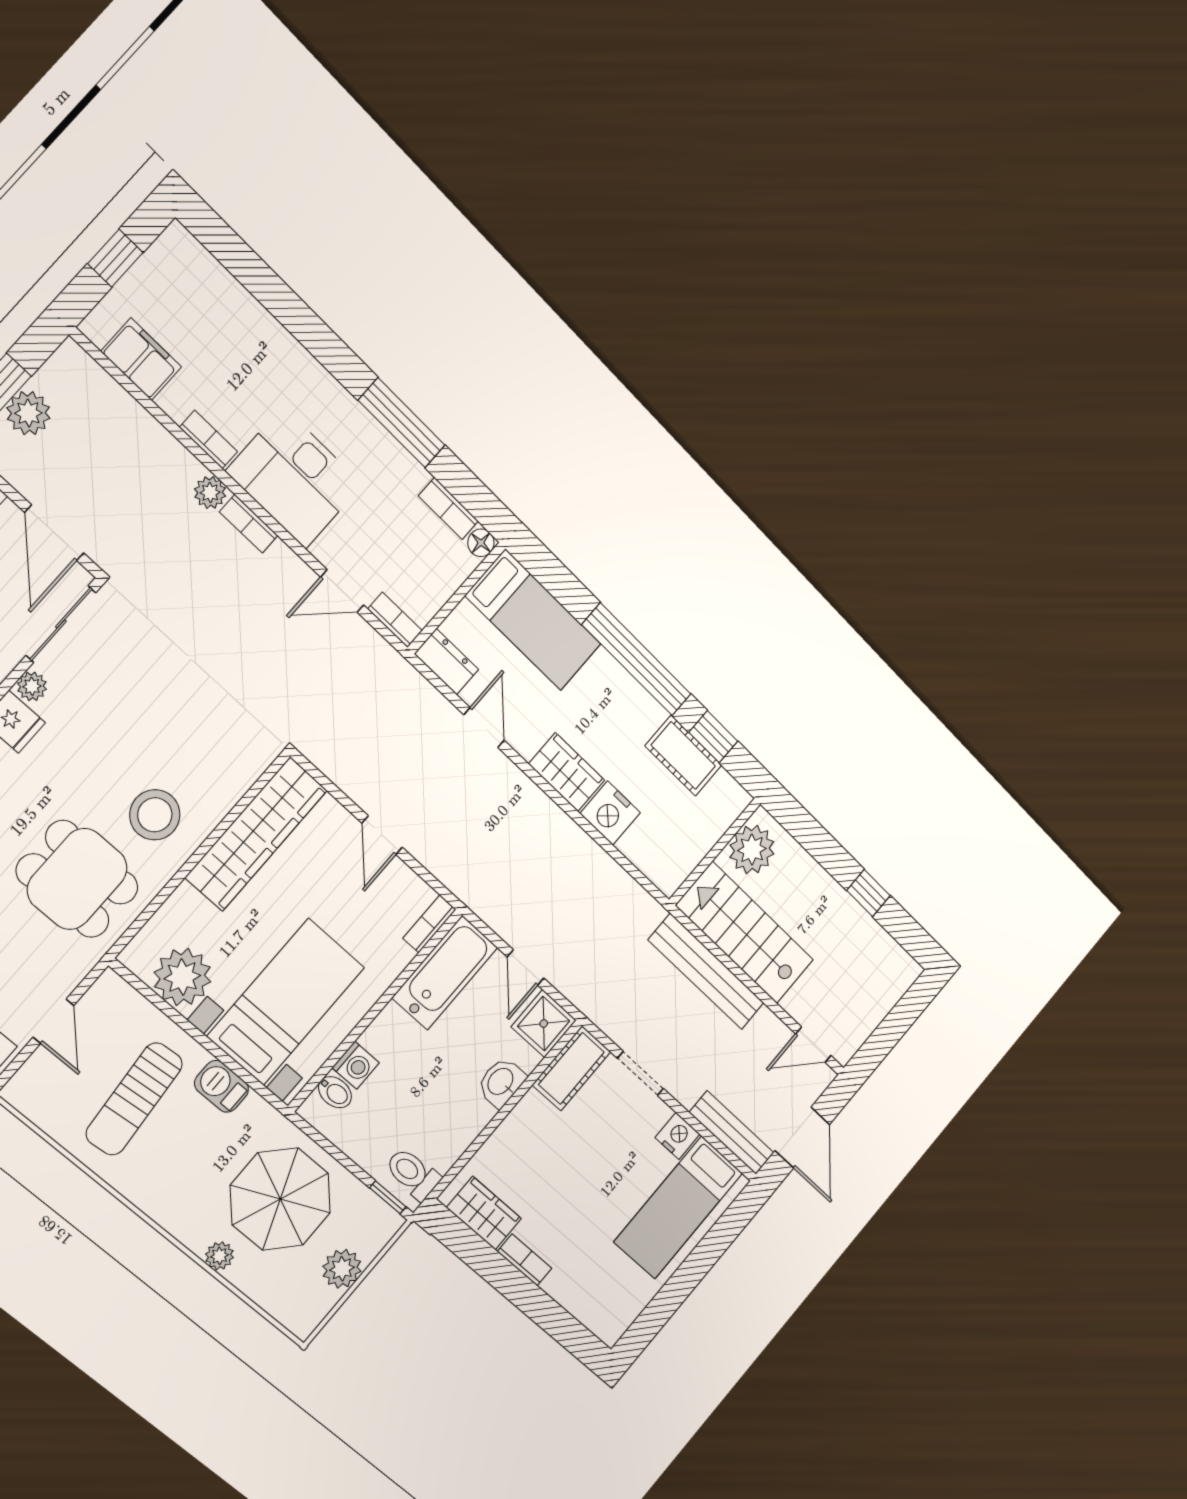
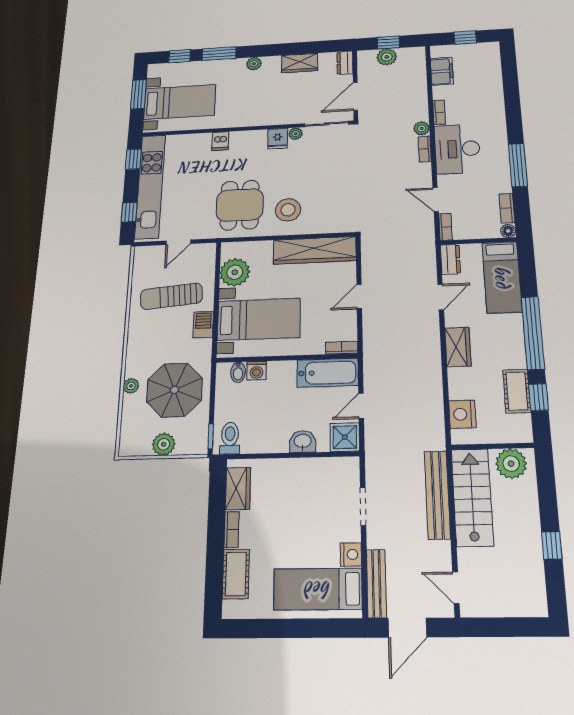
nightstand: (610, 813) -> (462, 414), moved
cot: (571, 1068) -> (236, 574), moved, turned 90

